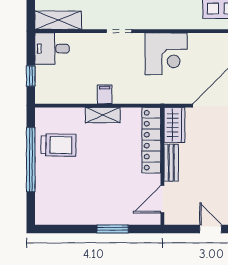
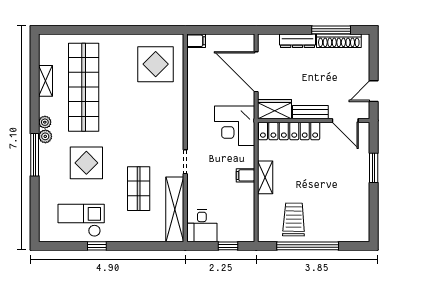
shelving: (58, 20) -> (175, 209), width x1.47
corner desk: (166, 54) -> (235, 126), moved, turned 180
door: (211, 229) -> (374, 91), moved

